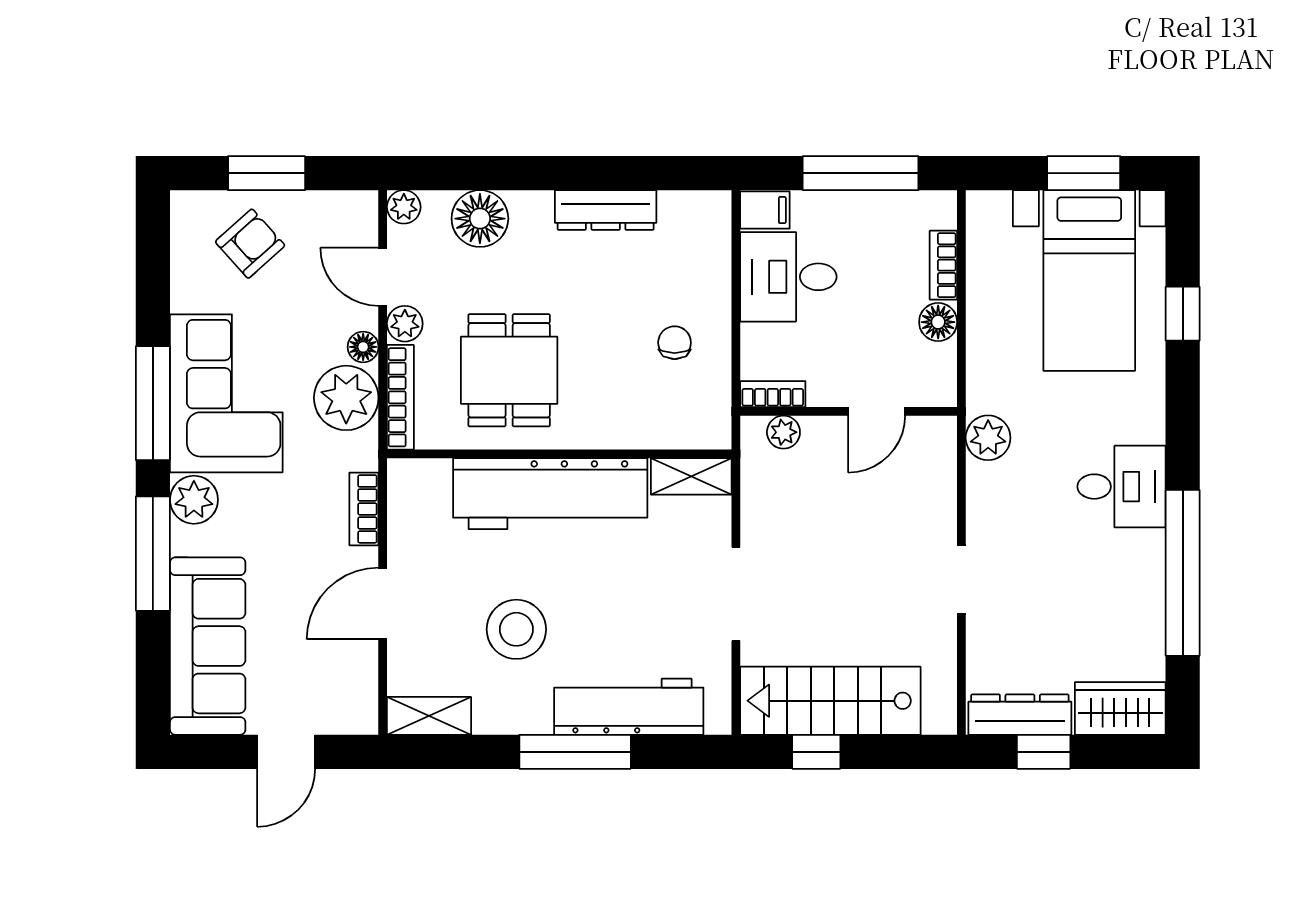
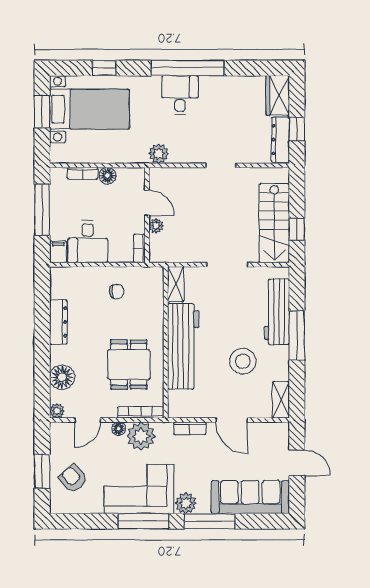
plant: (405, 324) -> (108, 410), removed
chair: (675, 343) -> (117, 292), turned 180
dining table: (509, 370) -> (129, 364), turned 90
plant: (783, 432) -> (156, 226), moved
window: (1183, 573) -> (188, 68), moved

